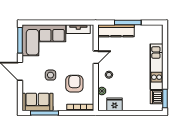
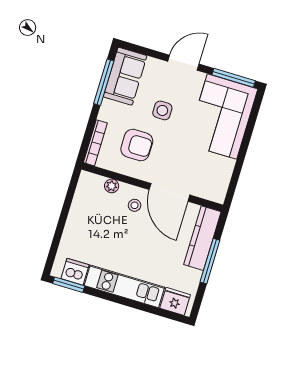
tv unit: (78, 29) -> (223, 178), removed
door: (96, 57) -> (169, 192), width x1.88
fridge: (115, 104) -> (175, 301), moved, turned -90

